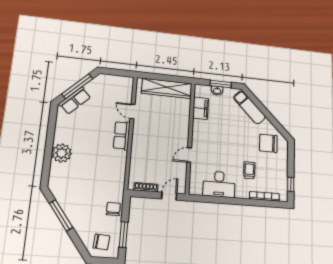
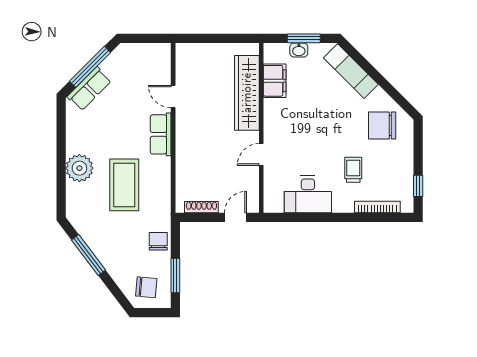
wardrobe: (167, 88) -> (247, 93), moved, turned 90
coffee table: (93, 167) -> (124, 185), added

